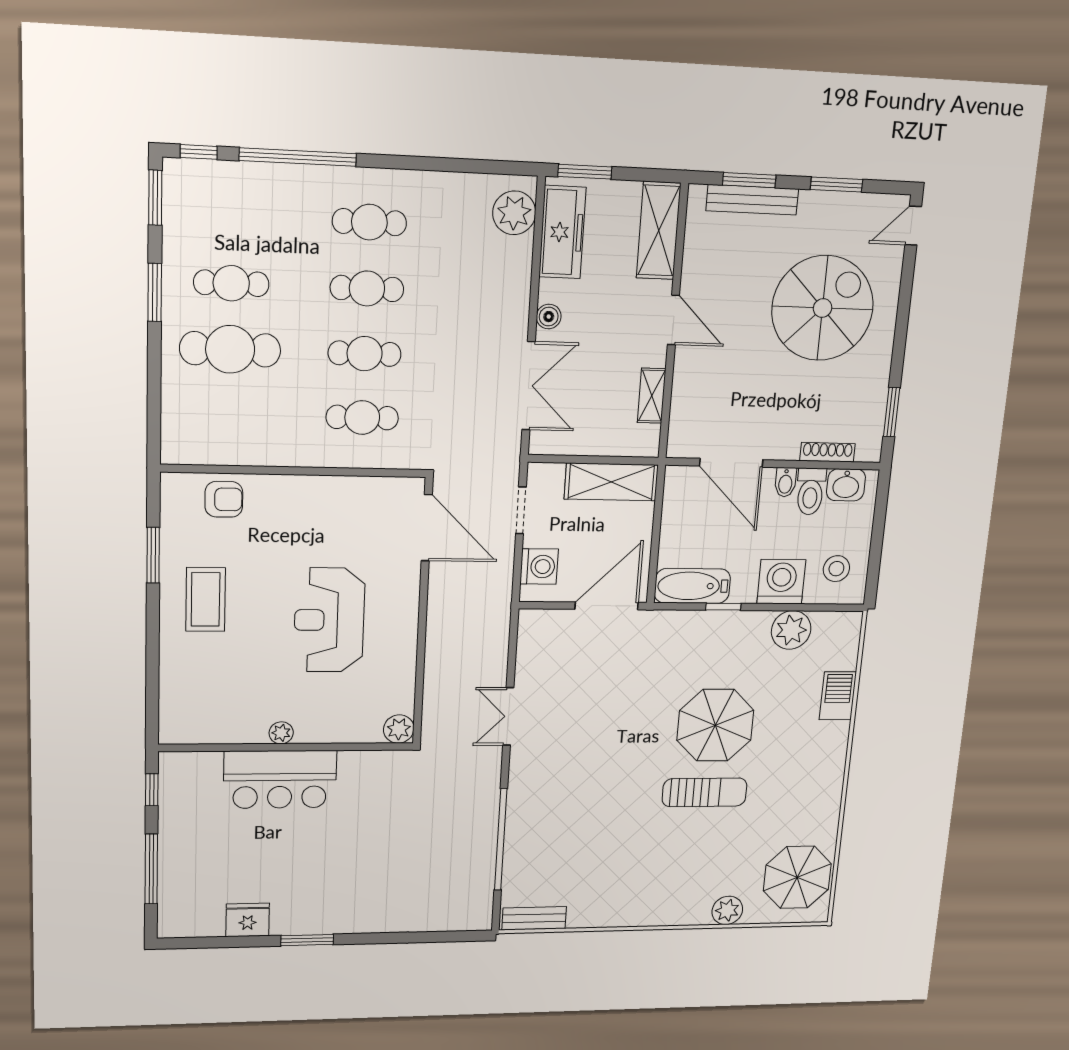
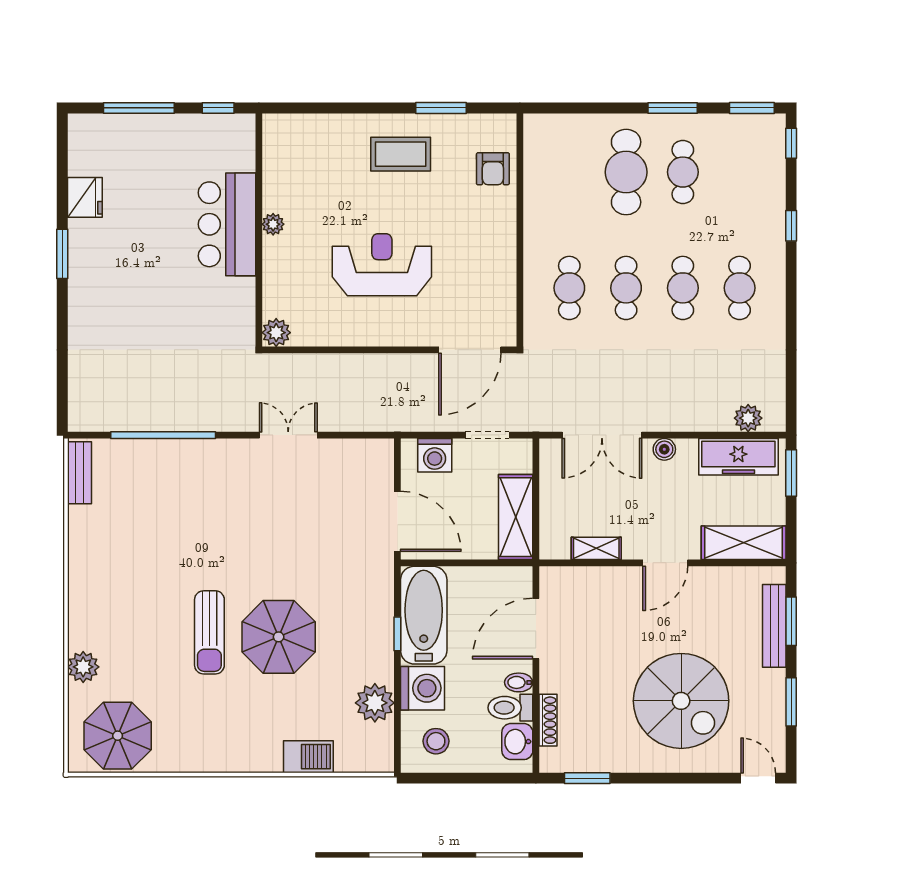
window: (298, 157) -> (791, 226), width x0.32
plant: (514, 213) -> (748, 418), width x0.73, depth x0.73
bathtub: (692, 586) -> (424, 615), width x1.36, depth x1.36

